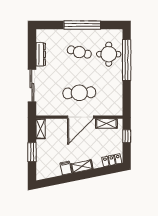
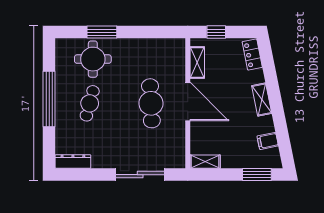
dresser: (41, 54) -> (73, 161), moved
window: (127, 60) -> (102, 32), width x0.47
window: (32, 152) -> (257, 175), moved
filing cabinet: (66, 168) -> (268, 141), moved

